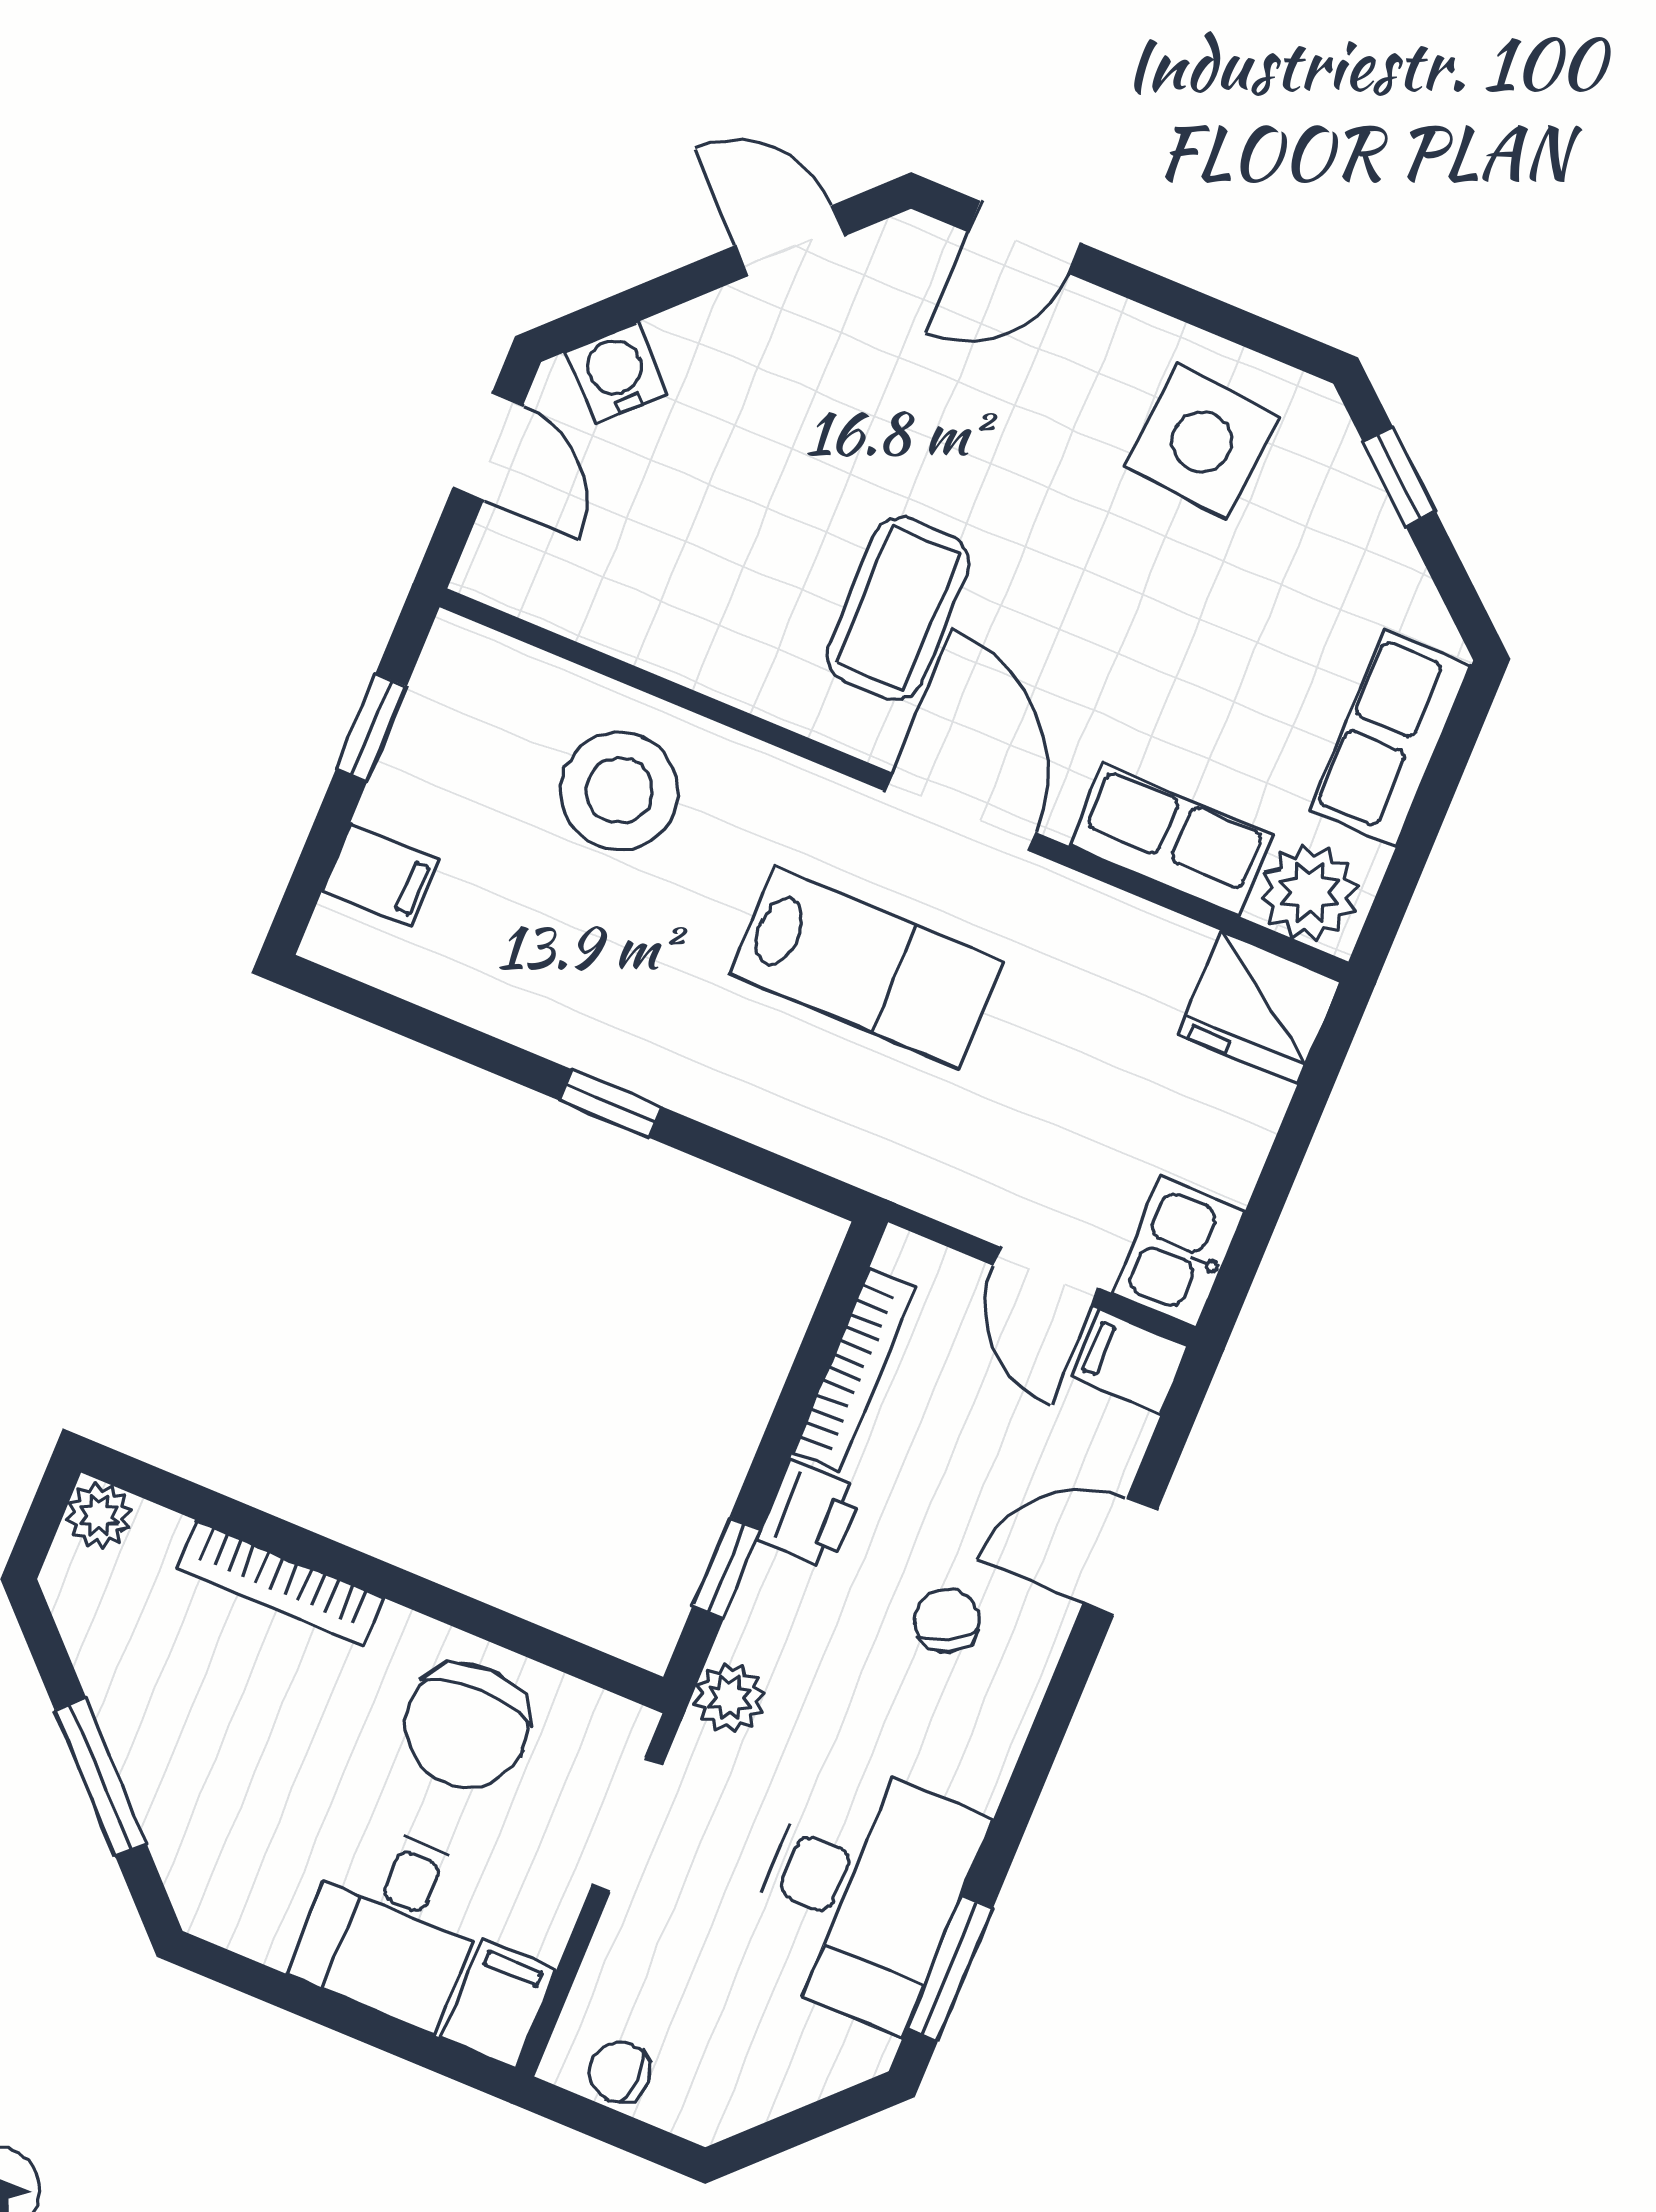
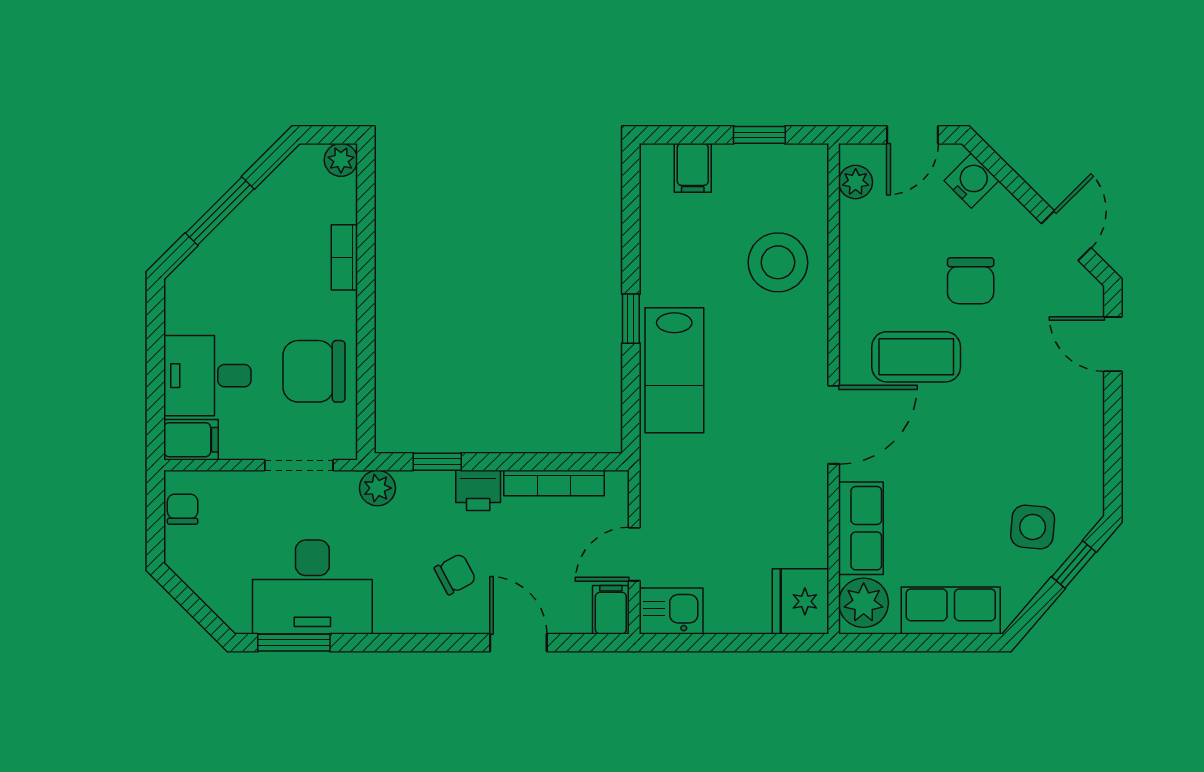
side table: (1202, 442) -> (1033, 527), moved, width x0.73, depth x0.73
chair: (800, 451) -> (971, 281), added
plant: (531, 587) -> (856, 182), added
lab bench: (866, 967) -> (674, 370), moved
bookcase: (280, 1583) -> (344, 257), width x0.64

